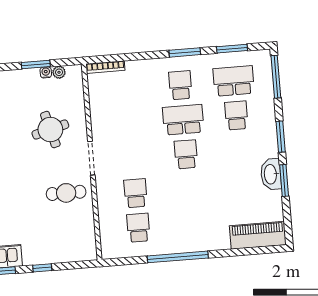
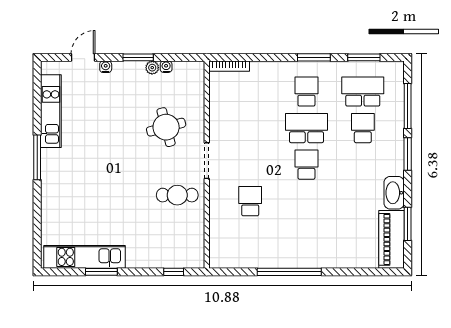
window: (36, 64) -> (138, 57), moved
plant: (59, 72) -> (152, 68), moved
window: (276, 77) -> (408, 106), moved
window: (284, 180) -> (408, 224), moved
school desk: (138, 228) -> (250, 238), removed
piano: (258, 235) -> (392, 239), moved, turned -90
window: (42, 268) -> (174, 272), moved

